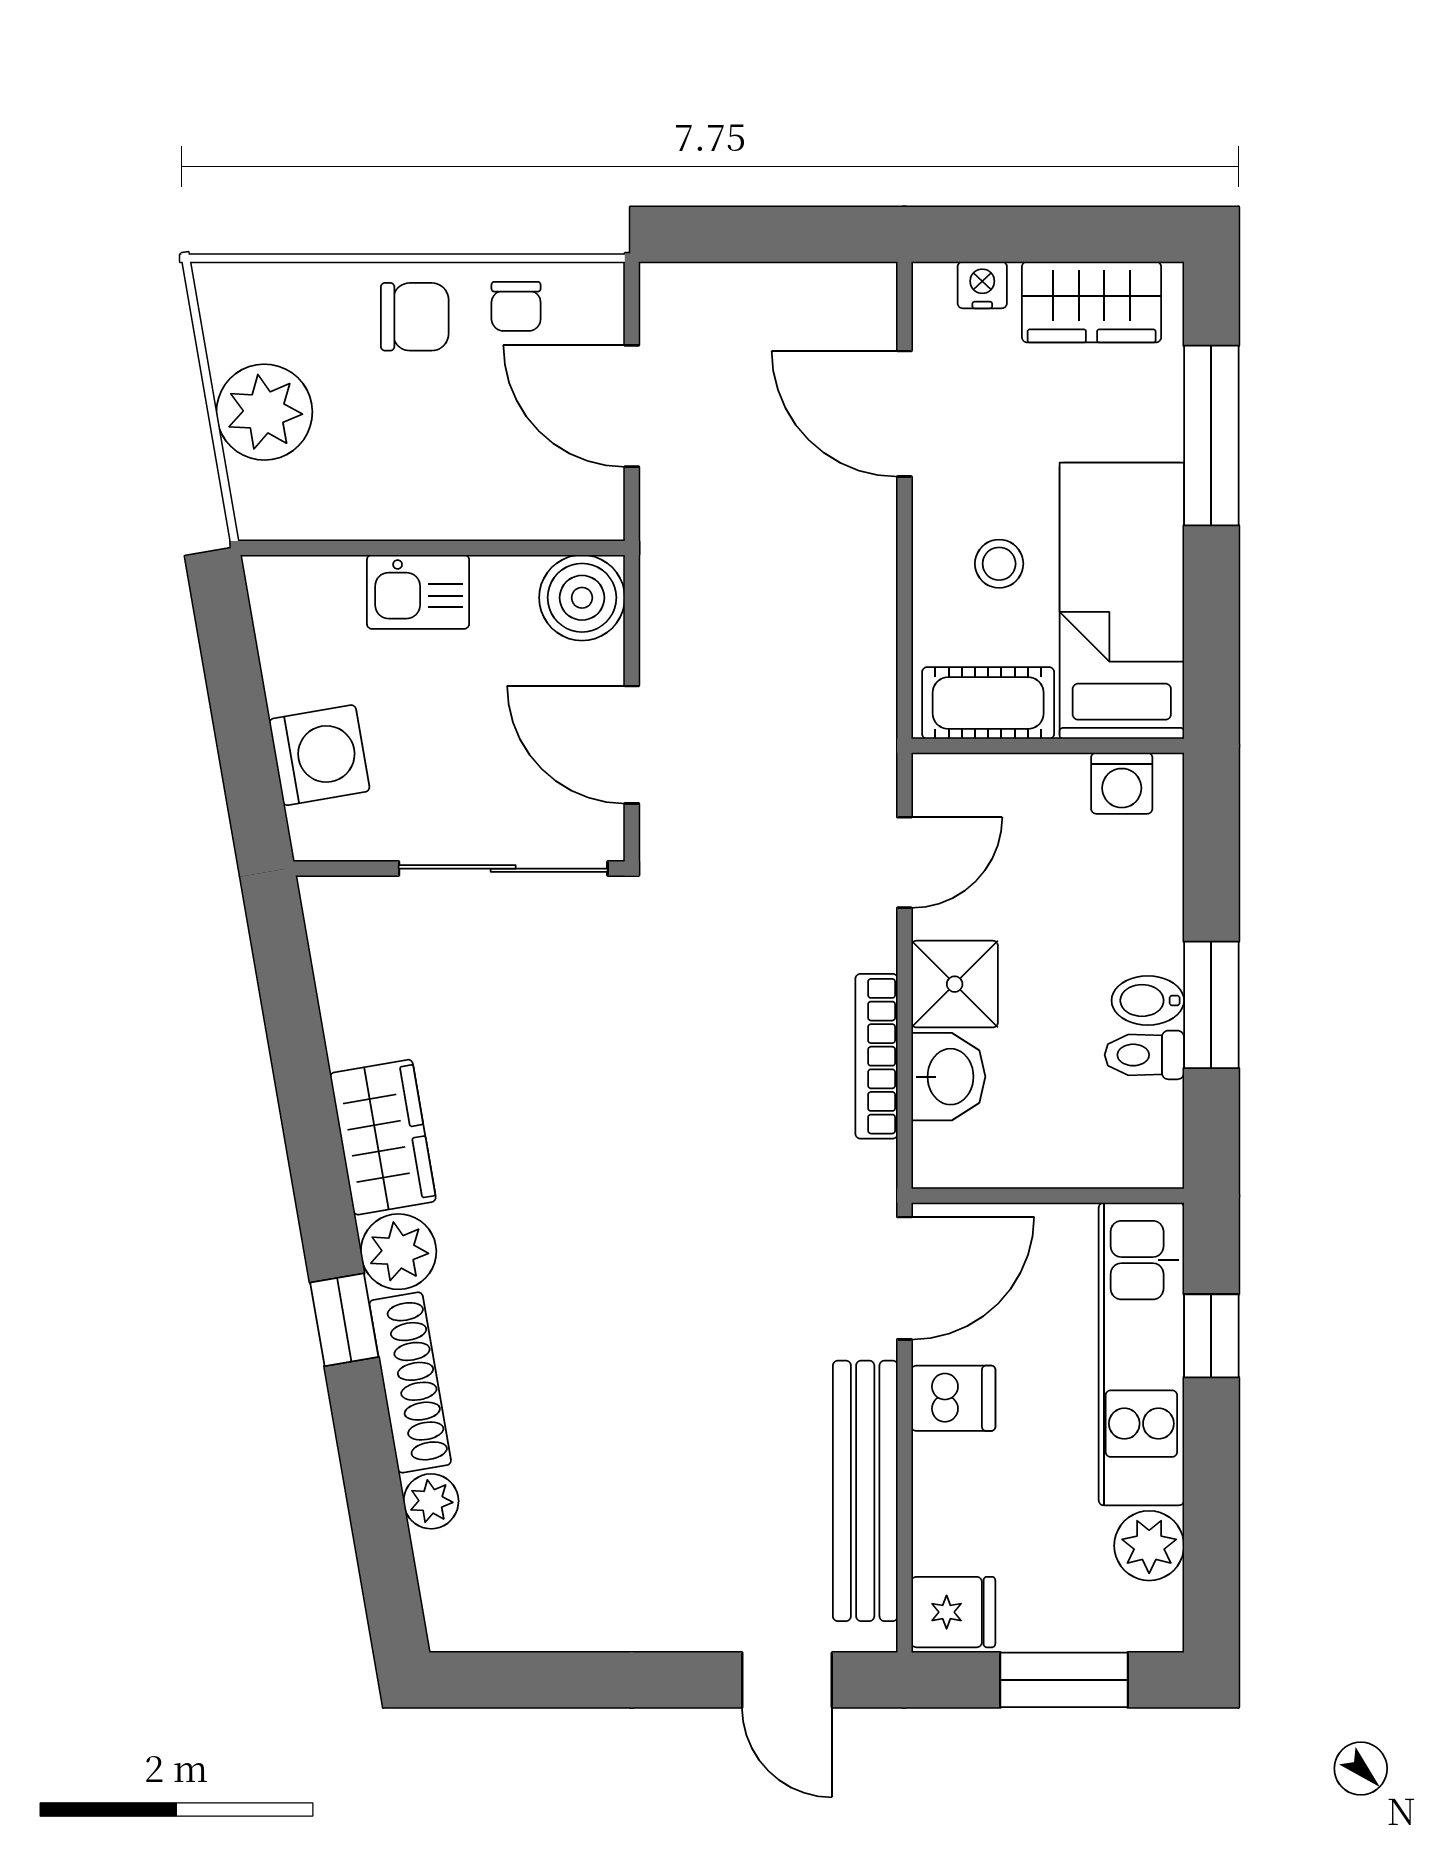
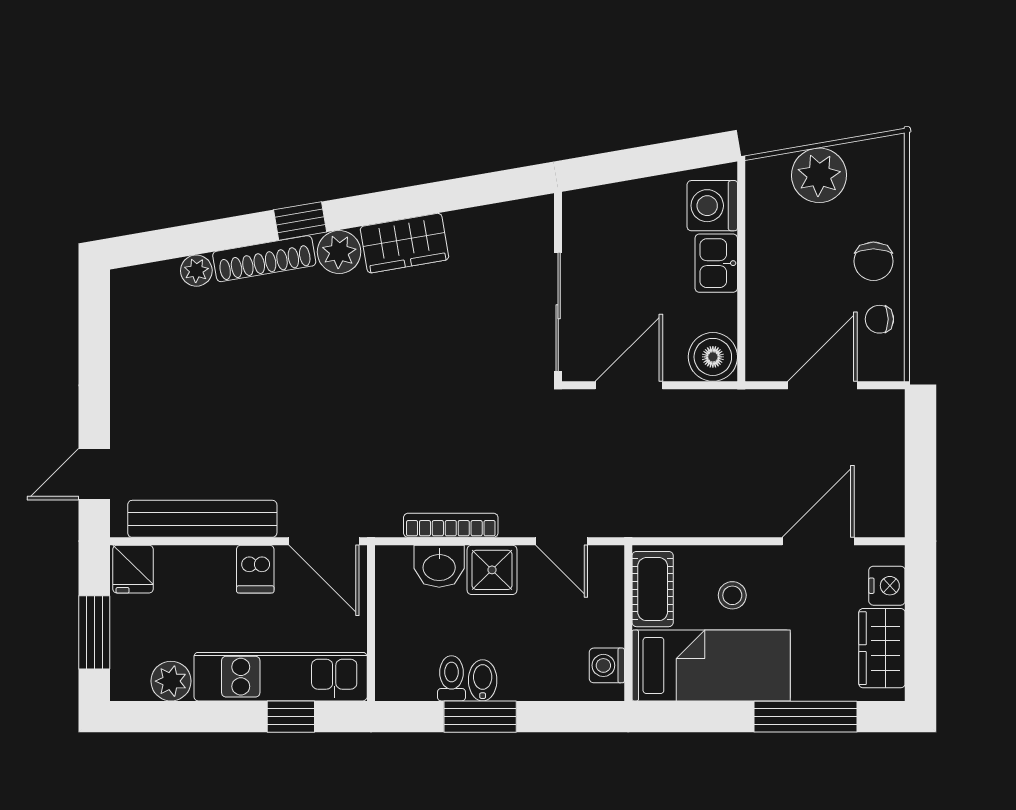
nightstand: (982, 285) -> (887, 586), width x1.39, depth x1.35
washing machine: (319, 755) -> (712, 206), moved, turned 100

